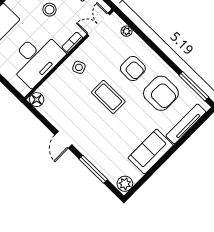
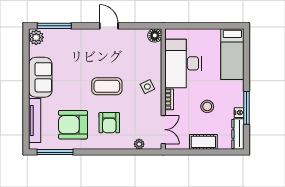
armchair: (133, 69) -> (109, 123), turned -90
window: (93, 169) -> (54, 26), moved

